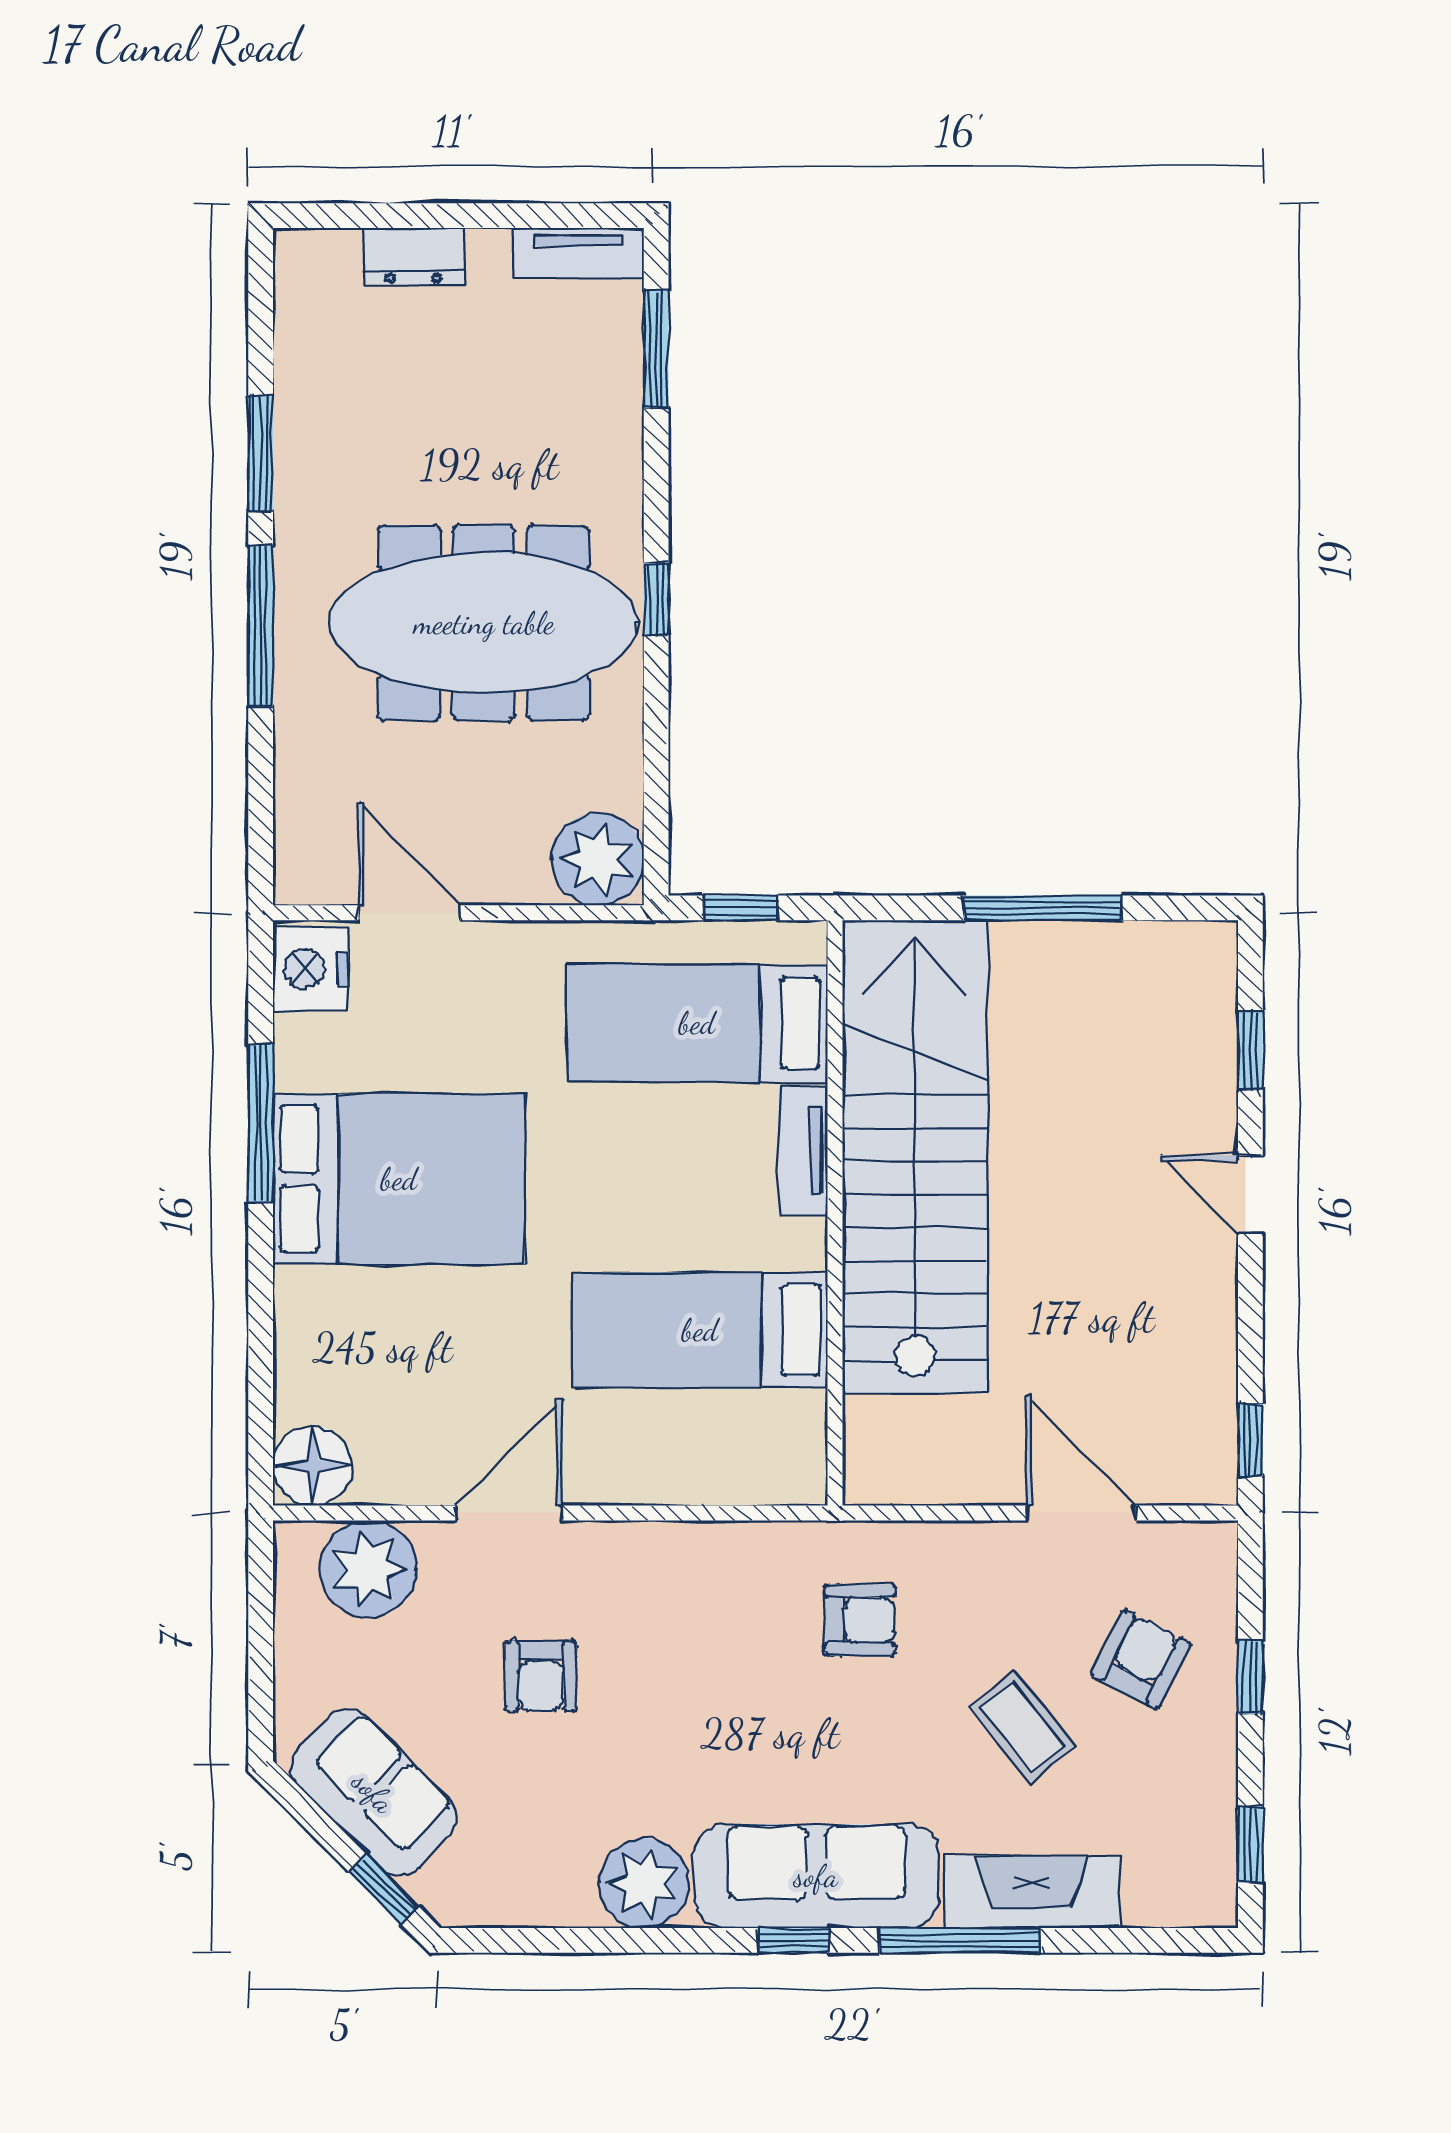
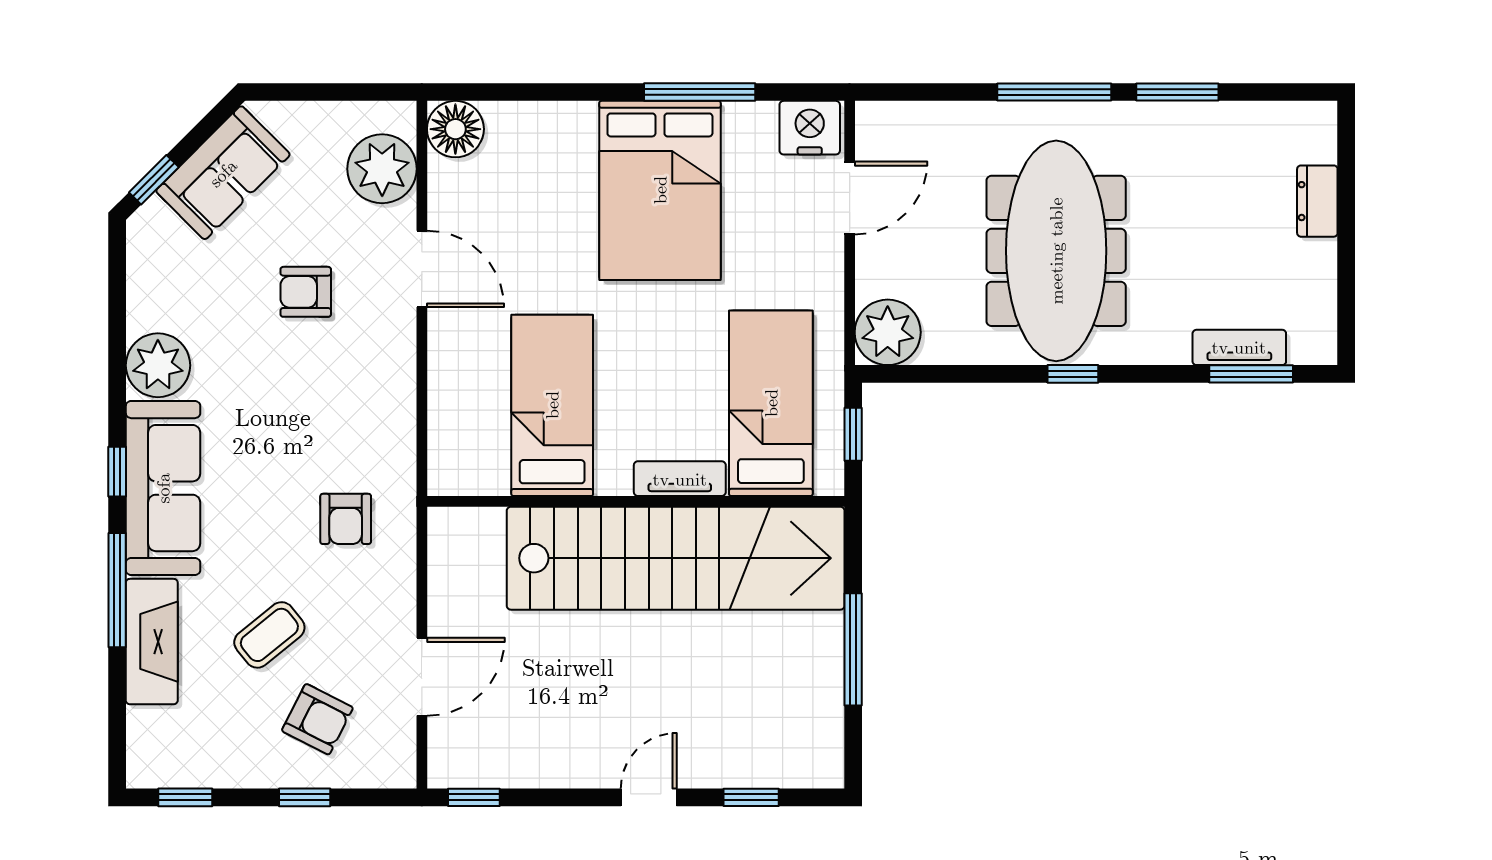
tv unit: (579, 253) -> (1239, 347), moved, turned 90

